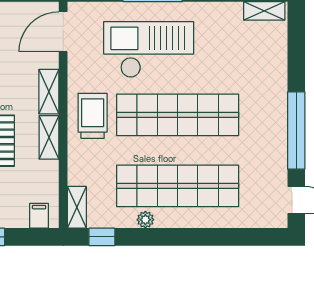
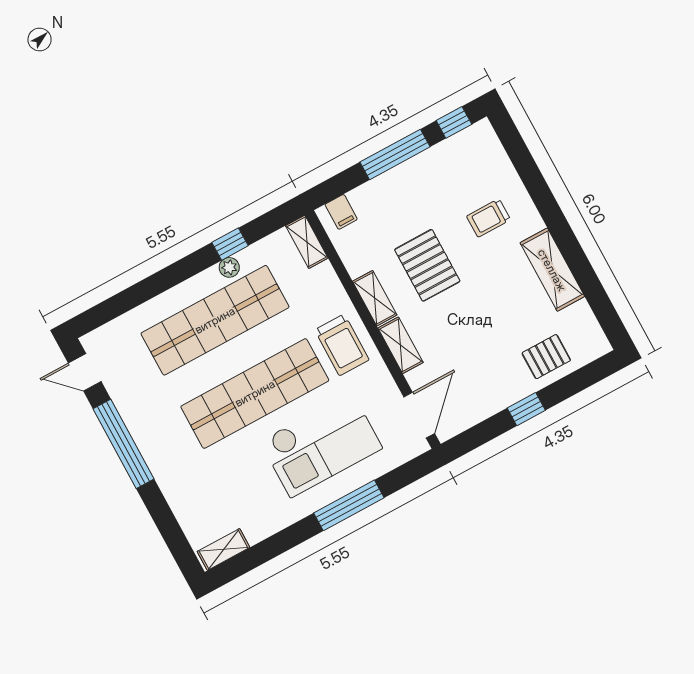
window: (102, 237) -> (230, 244), moved

